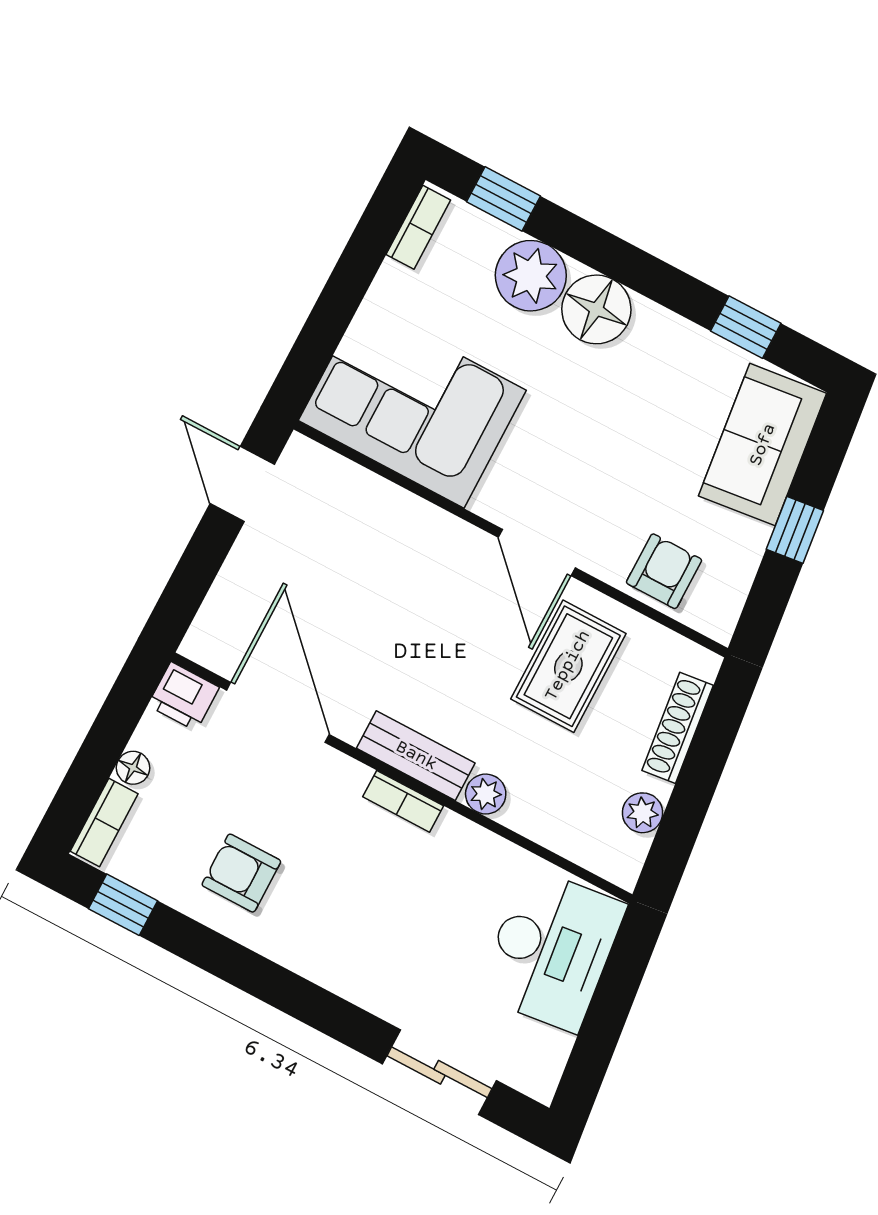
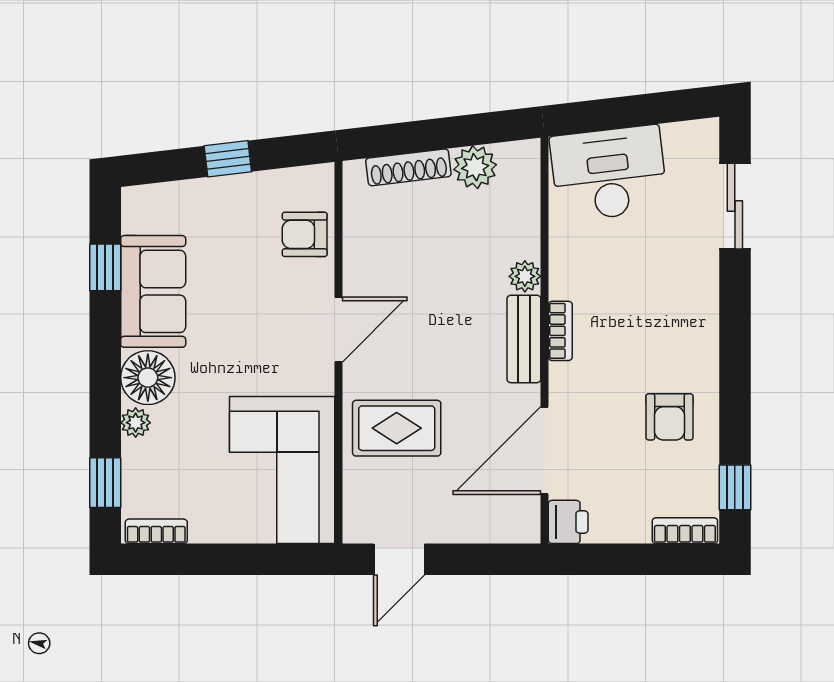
plant: (531, 276) -> (136, 423), width x0.53, depth x0.53
sofa: (763, 445) -> (153, 291), moved, turned -83
rug: (568, 666) -> (397, 428), moved
floor lamp: (133, 768) -> (636, 531), removed
plant: (643, 813) -> (475, 167), width x1.38, depth x1.38

